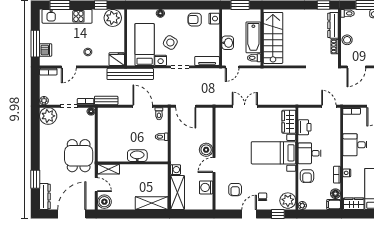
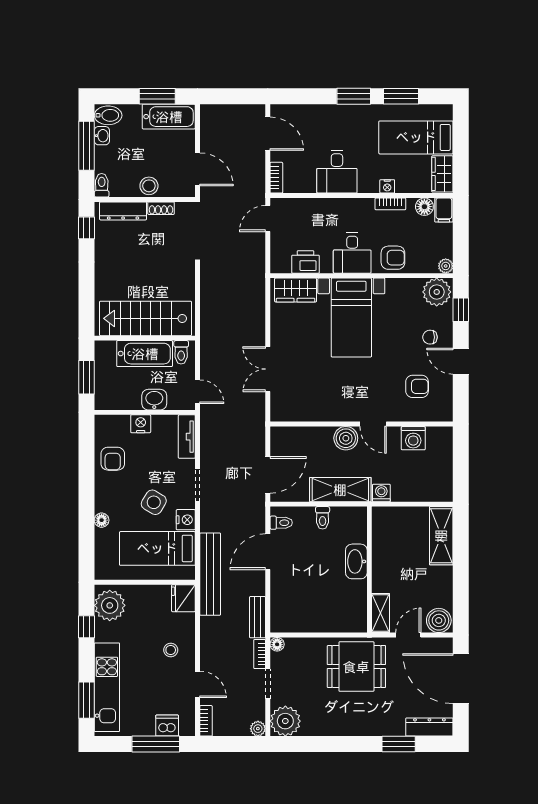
nightstand: (214, 19) -> (141, 424), moved
shelving: (177, 193) -> (340, 490), moved

